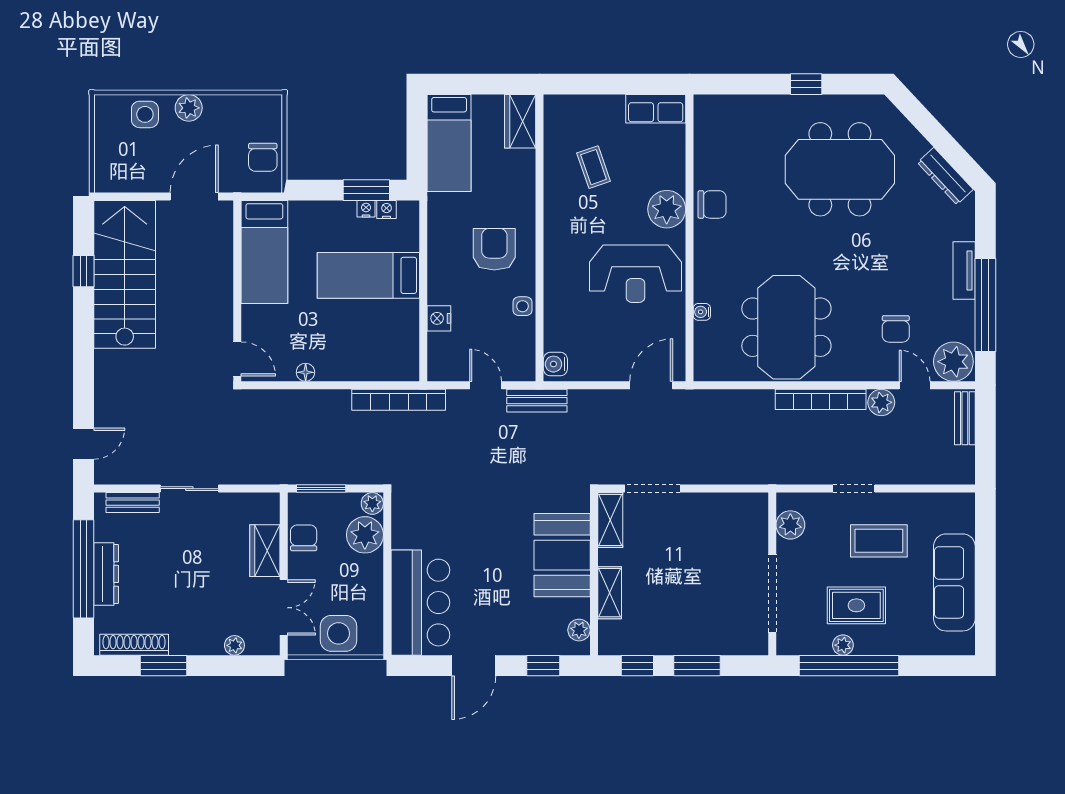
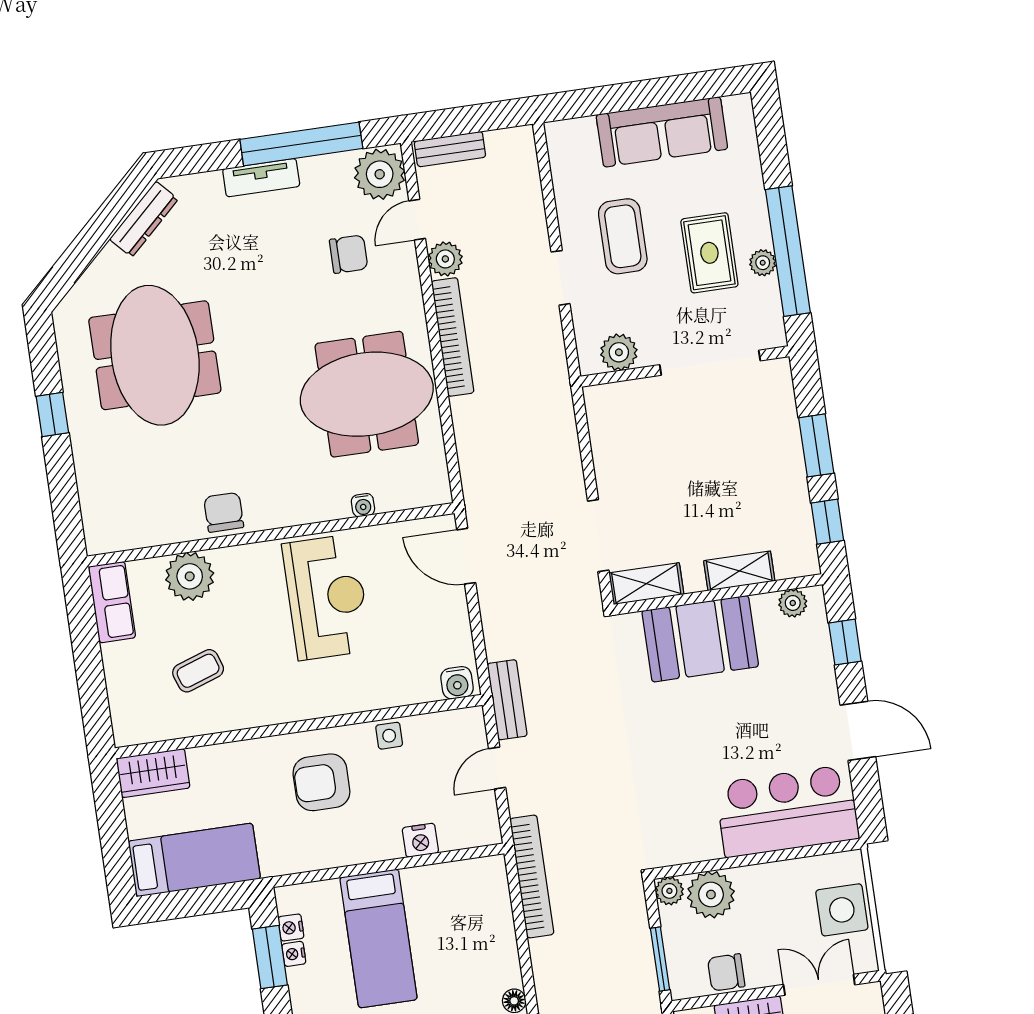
plant: (667, 209) -> (190, 576), moved

